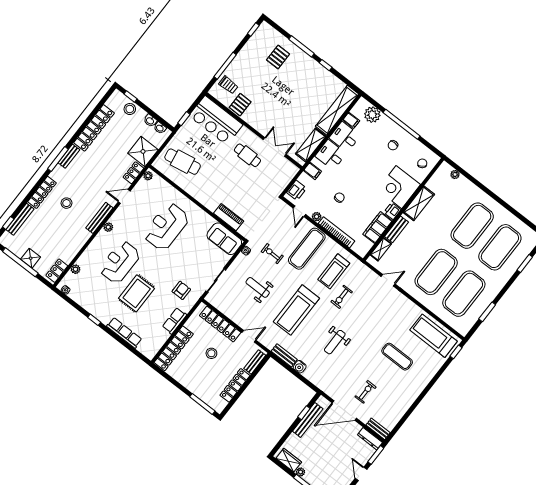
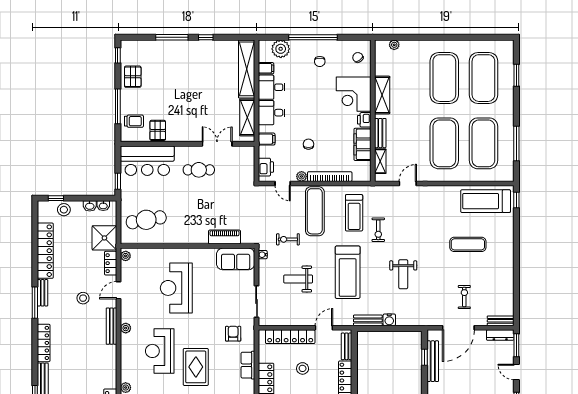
pallet: (278, 57) -> (133, 77), moved
stool: (66, 203) -> (83, 298), moved
window: (487, 312) -> (516, 143), width x1.44

